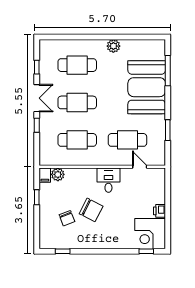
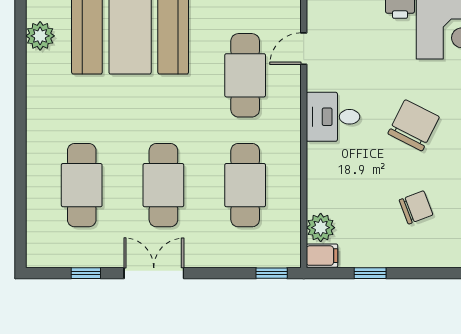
plant: (113, 46) -> (40, 36), moved
window: (37, 125) -> (272, 273), moved
chair: (91, 210) -> (414, 125), moved

